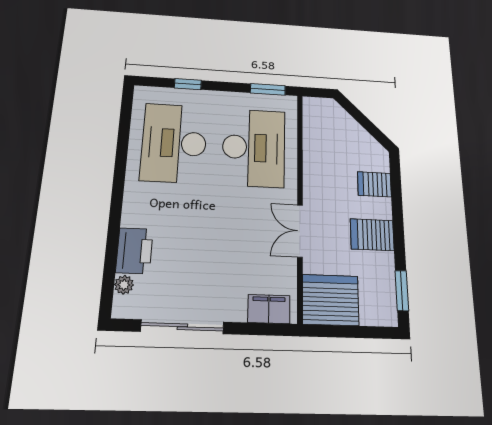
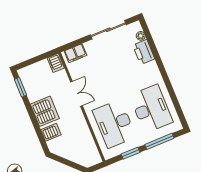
window: (188, 84) -> (159, 141), width x2.17
window: (268, 89) -> (131, 153), moved
server rack: (372, 235) -> (45, 111), width x1.60
server rack: (331, 300) -> (56, 63), width x0.46, depth x0.70

